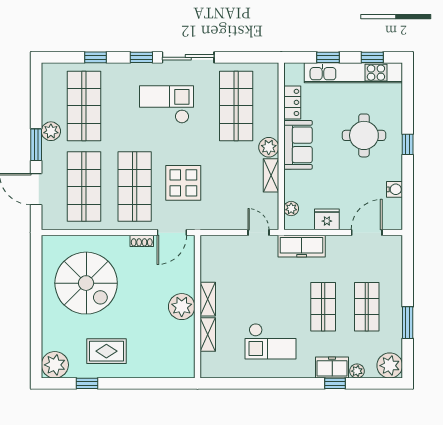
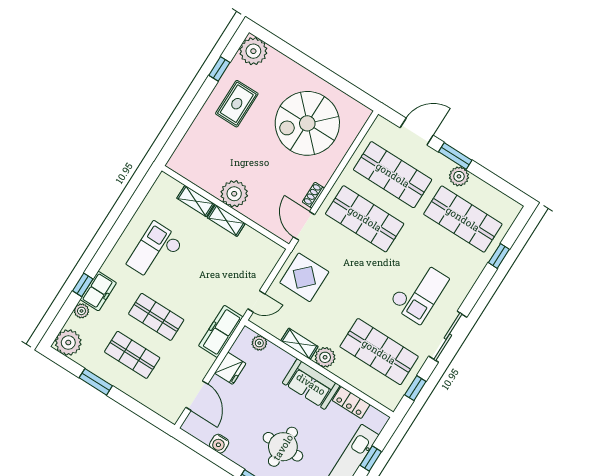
window: (141, 57) -> (415, 388), moved
display table: (183, 183) -> (304, 277), moved

